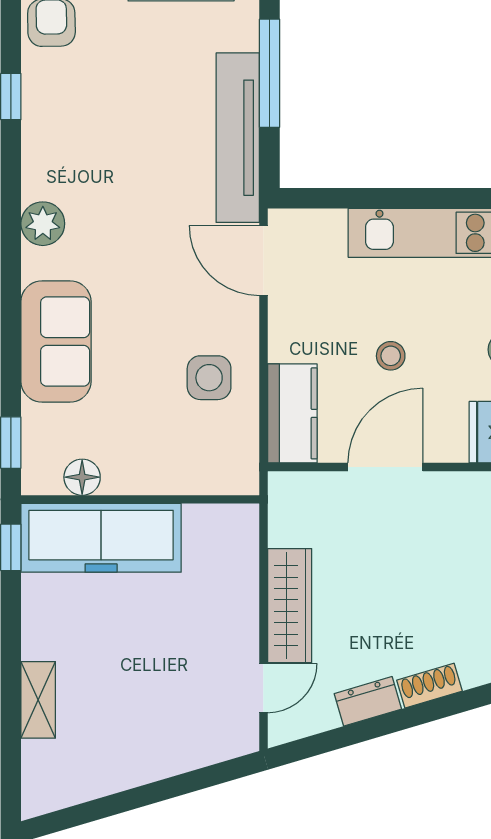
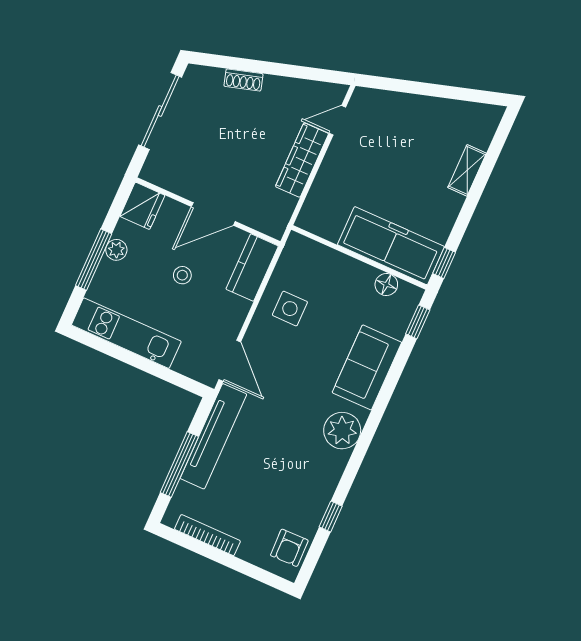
plant: (43, 224) -> (342, 431), width x1.36, depth x1.36
dresser: (368, 701) -> (282, 87), removed

